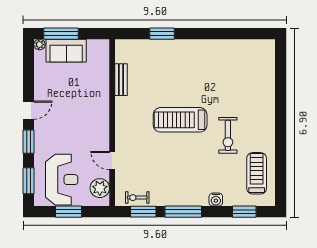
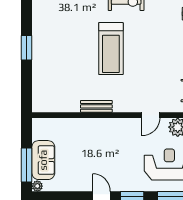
window: (162, 34) -> (27, 48), moved
bench: (121, 80) -> (96, 106), moved

